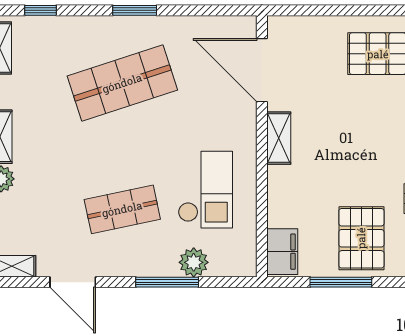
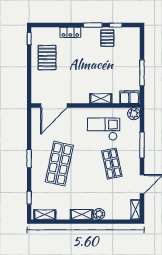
shop shelf: (122, 83) -> (59, 164), turned 30
shelving: (279, 138) -> (101, 99), moved
pallet: (361, 238) -> (124, 64), removed
plant: (194, 262) -> (134, 114), moved

